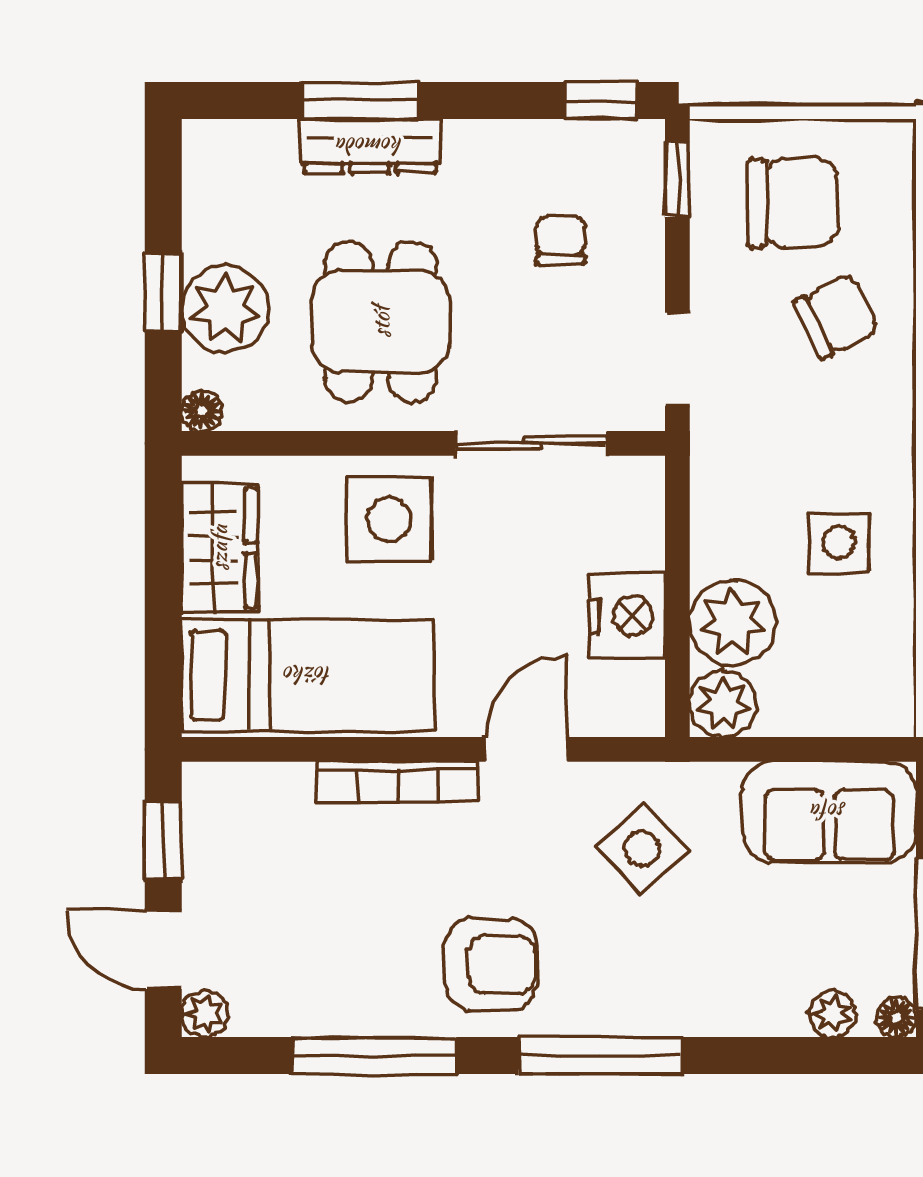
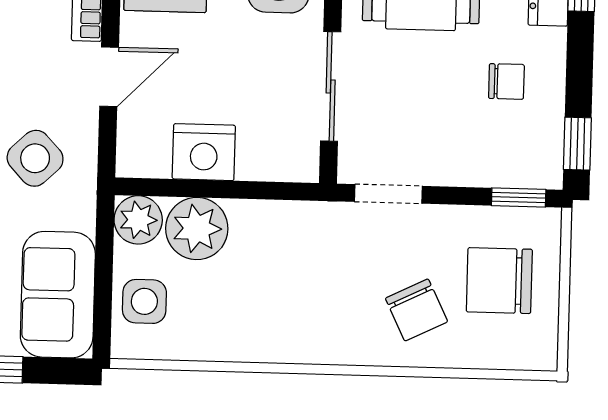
chair: (793, 203) -> (499, 281), turned 90
chair: (561, 241) -> (506, 81), moved
side table: (839, 542) -> (144, 301), moved
door: (526, 749) -> (109, 77), hinge flipped

